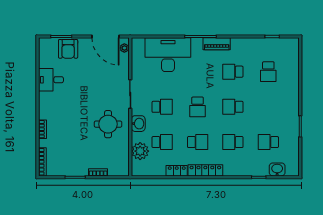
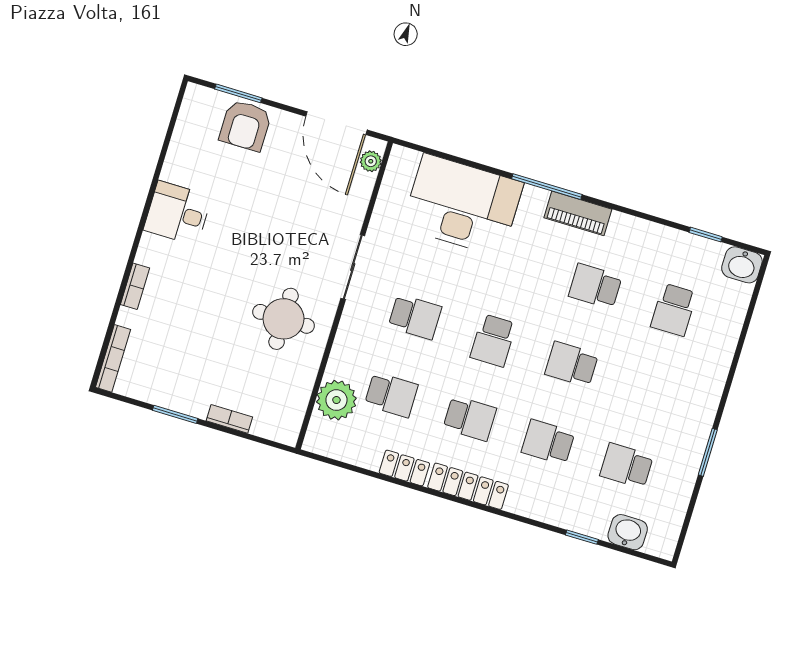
desk: (51, 80) -> (178, 213), moved
washbasin: (138, 124) -> (742, 265), moved, turned 90

